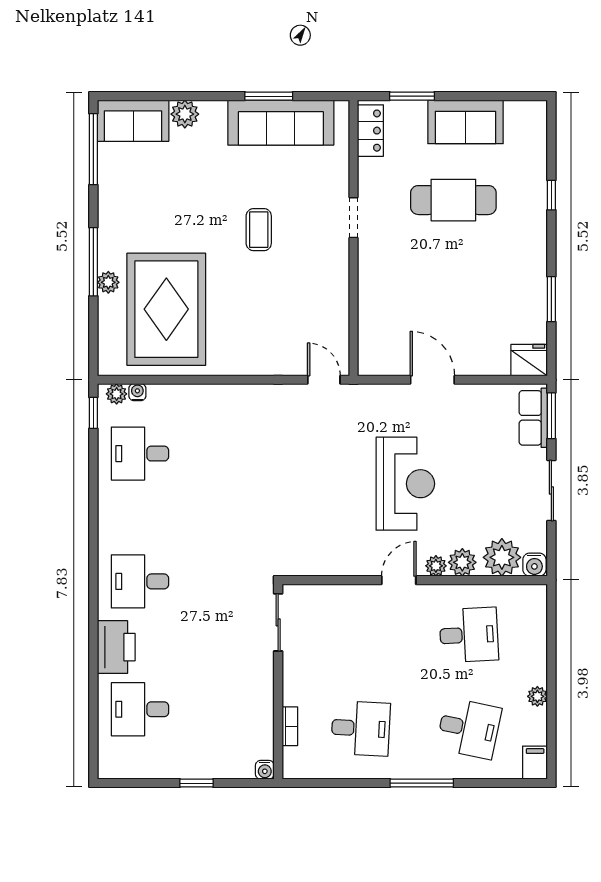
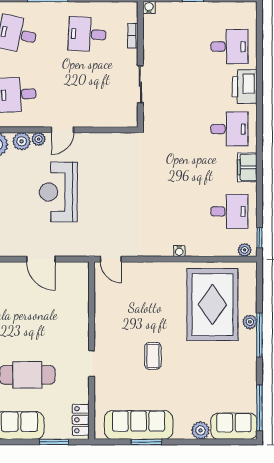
water cooler: (137, 392) -> (179, 251), moved
filing cabinet: (112, 522) -> (247, 167), added
sliding door: (278, 622) -> (140, 84), moved

